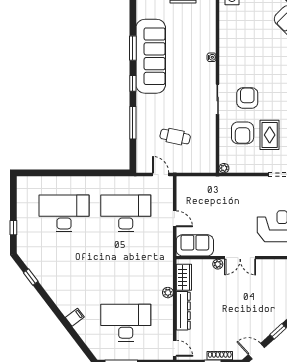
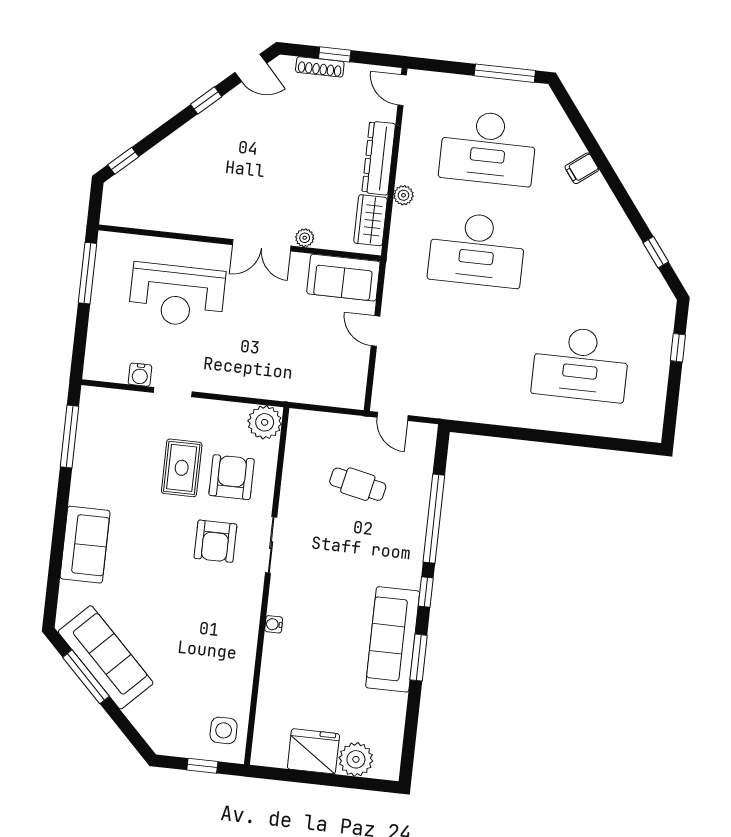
sofa: (151, 56) -> (393, 639), width x0.74, depth x0.79
window: (133, 123) -> (434, 519), width x1.46
plant: (224, 168) -> (265, 422), width x1.87, depth x1.87
desk: (126, 213) -> (477, 249), moved
double door: (240, 258) -> (262, 245), swing flipped

